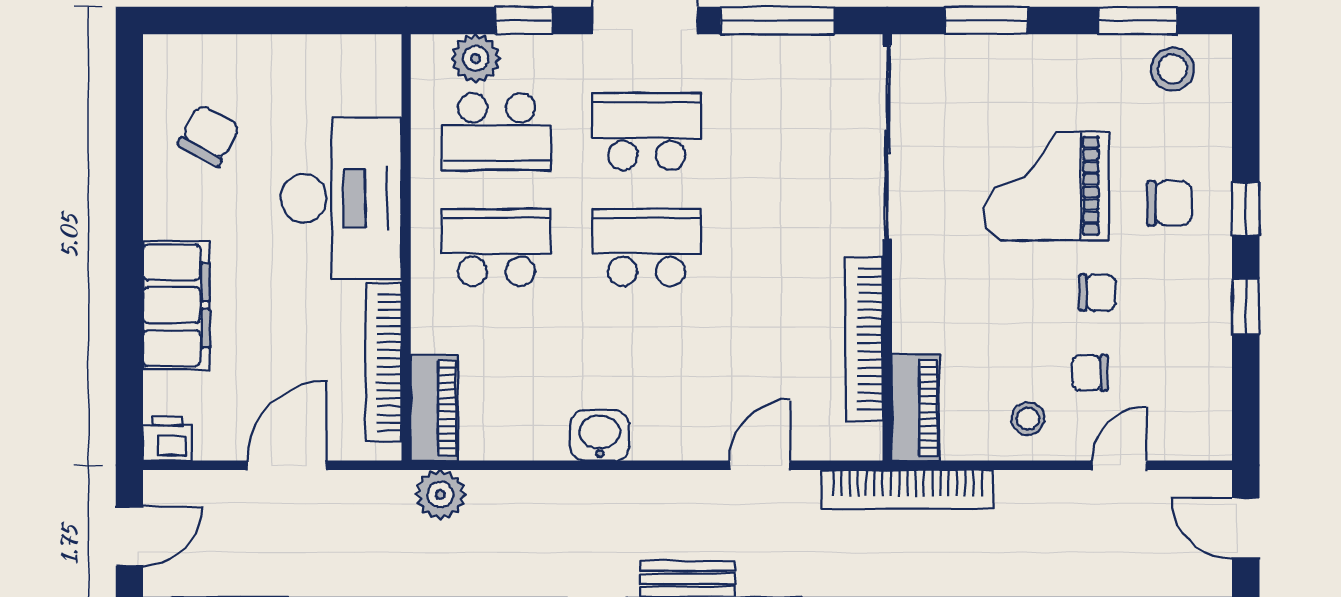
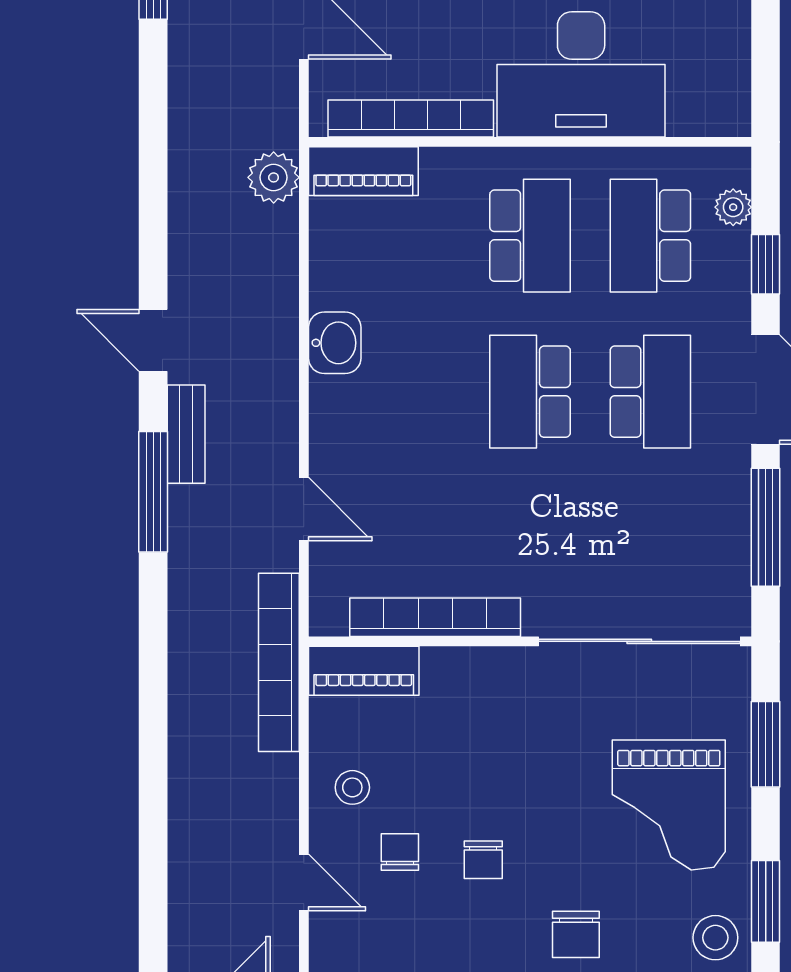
plant: (476, 58) -> (733, 207), width x0.73, depth x0.73
grand piano: (1046, 186) -> (669, 805), moved, turned 180
school desk: (647, 247) -> (530, 392), turned 180

